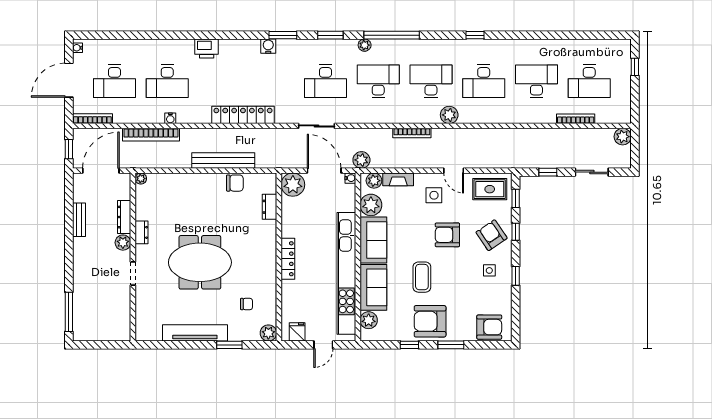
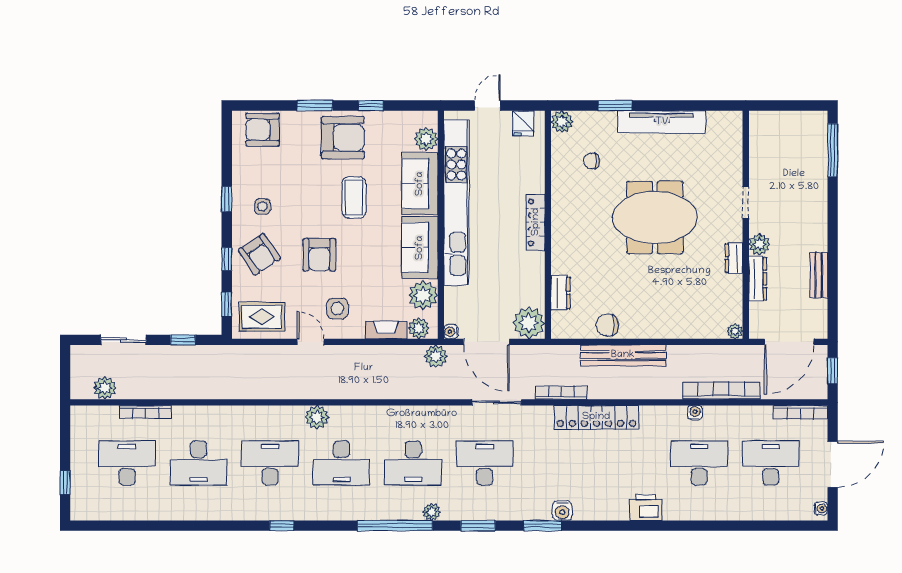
bookcase: (412, 133) -> (561, 393), moved
plant: (623, 137) -> (105, 388), moved
armchair: (447, 235) -> (319, 255), turned 90

